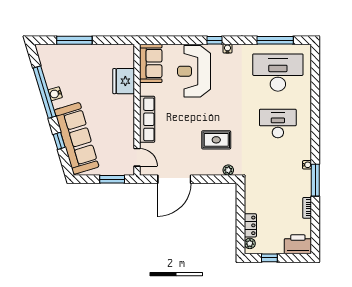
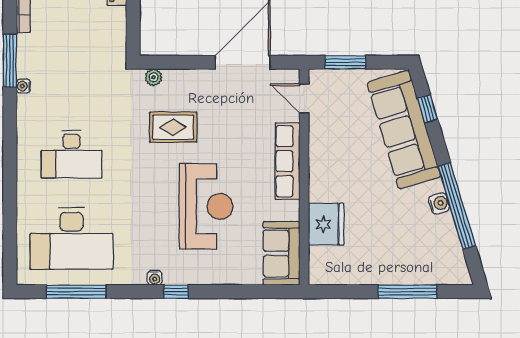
reception desk: (194, 71) -> (206, 206), moved
window: (59, 141) -> (428, 109), moved

